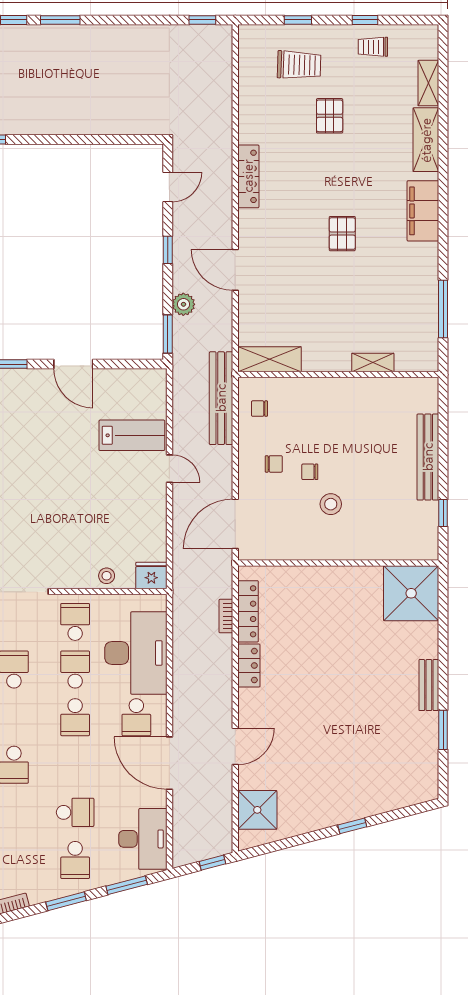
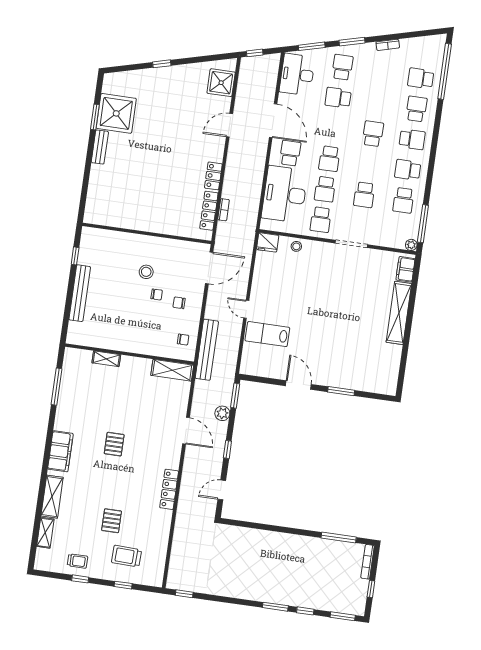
shower: (411, 593) -> (116, 113), moved
school desk: (75, 717) -> (329, 159), turned 180

